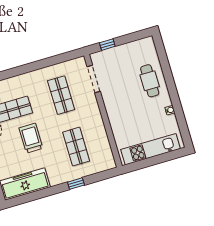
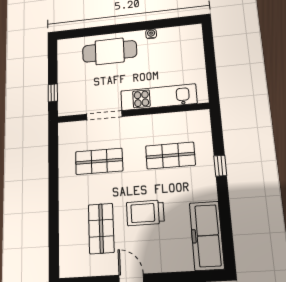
doorway: (94, 79) -> (104, 115), moved
cafe table: (150, 81) -> (110, 51), width x1.37, depth x1.35
kitchen unit: (151, 149) -> (159, 97), moved, turned 90

